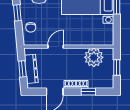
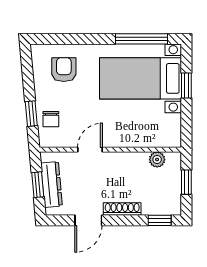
window: (17, 13) -> (31, 114), moved
plant: (94, 57) -> (157, 160), width x0.53, depth x0.53
window: (88, 92) -> (160, 220), moved

